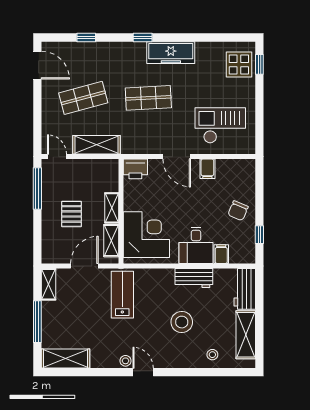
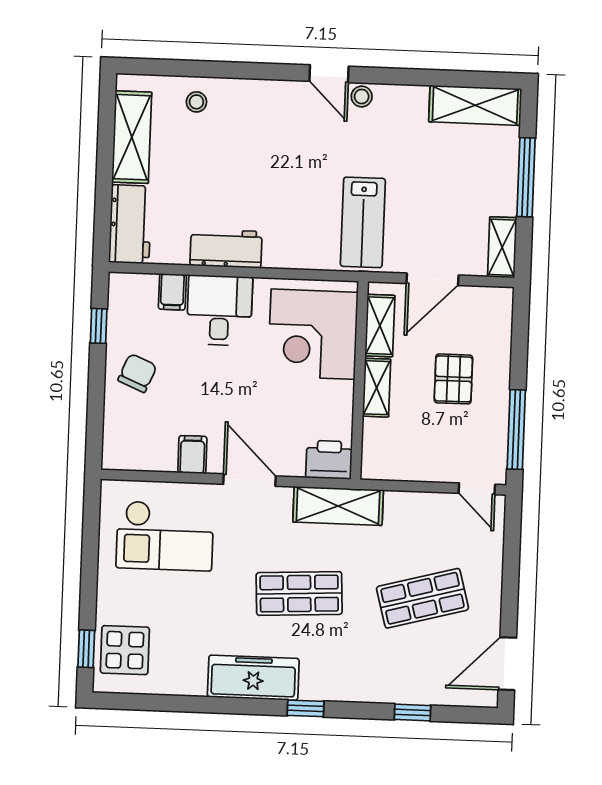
door: (37, 65) -> (507, 664), hinge flipped
shelving: (96, 145) -> (338, 506), moved
stool: (182, 322) -> (252, 166), removed

